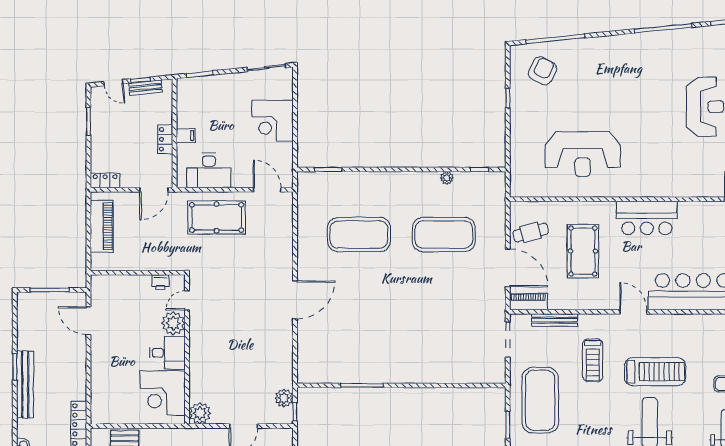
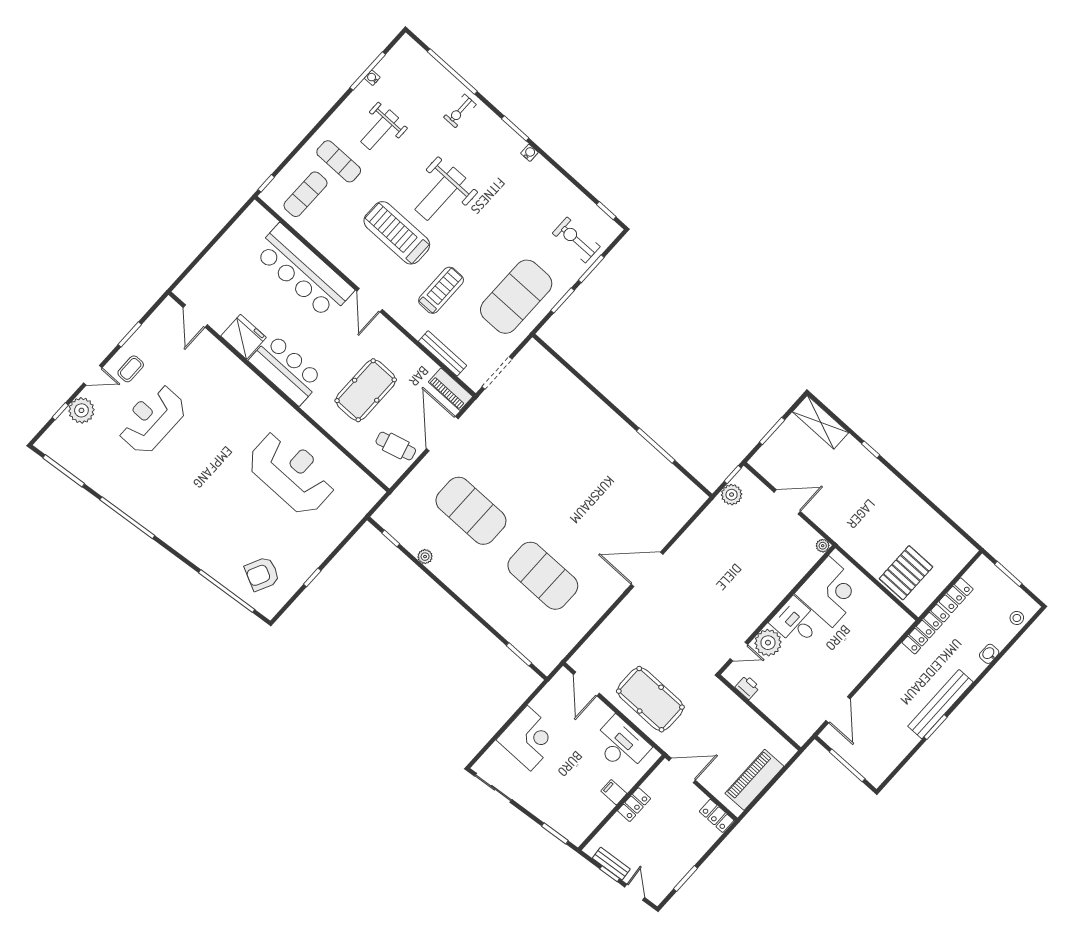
fridge: (694, 214) -> (244, 337), added
plant: (200, 413) -> (823, 546), width x0.53, depth x0.53

